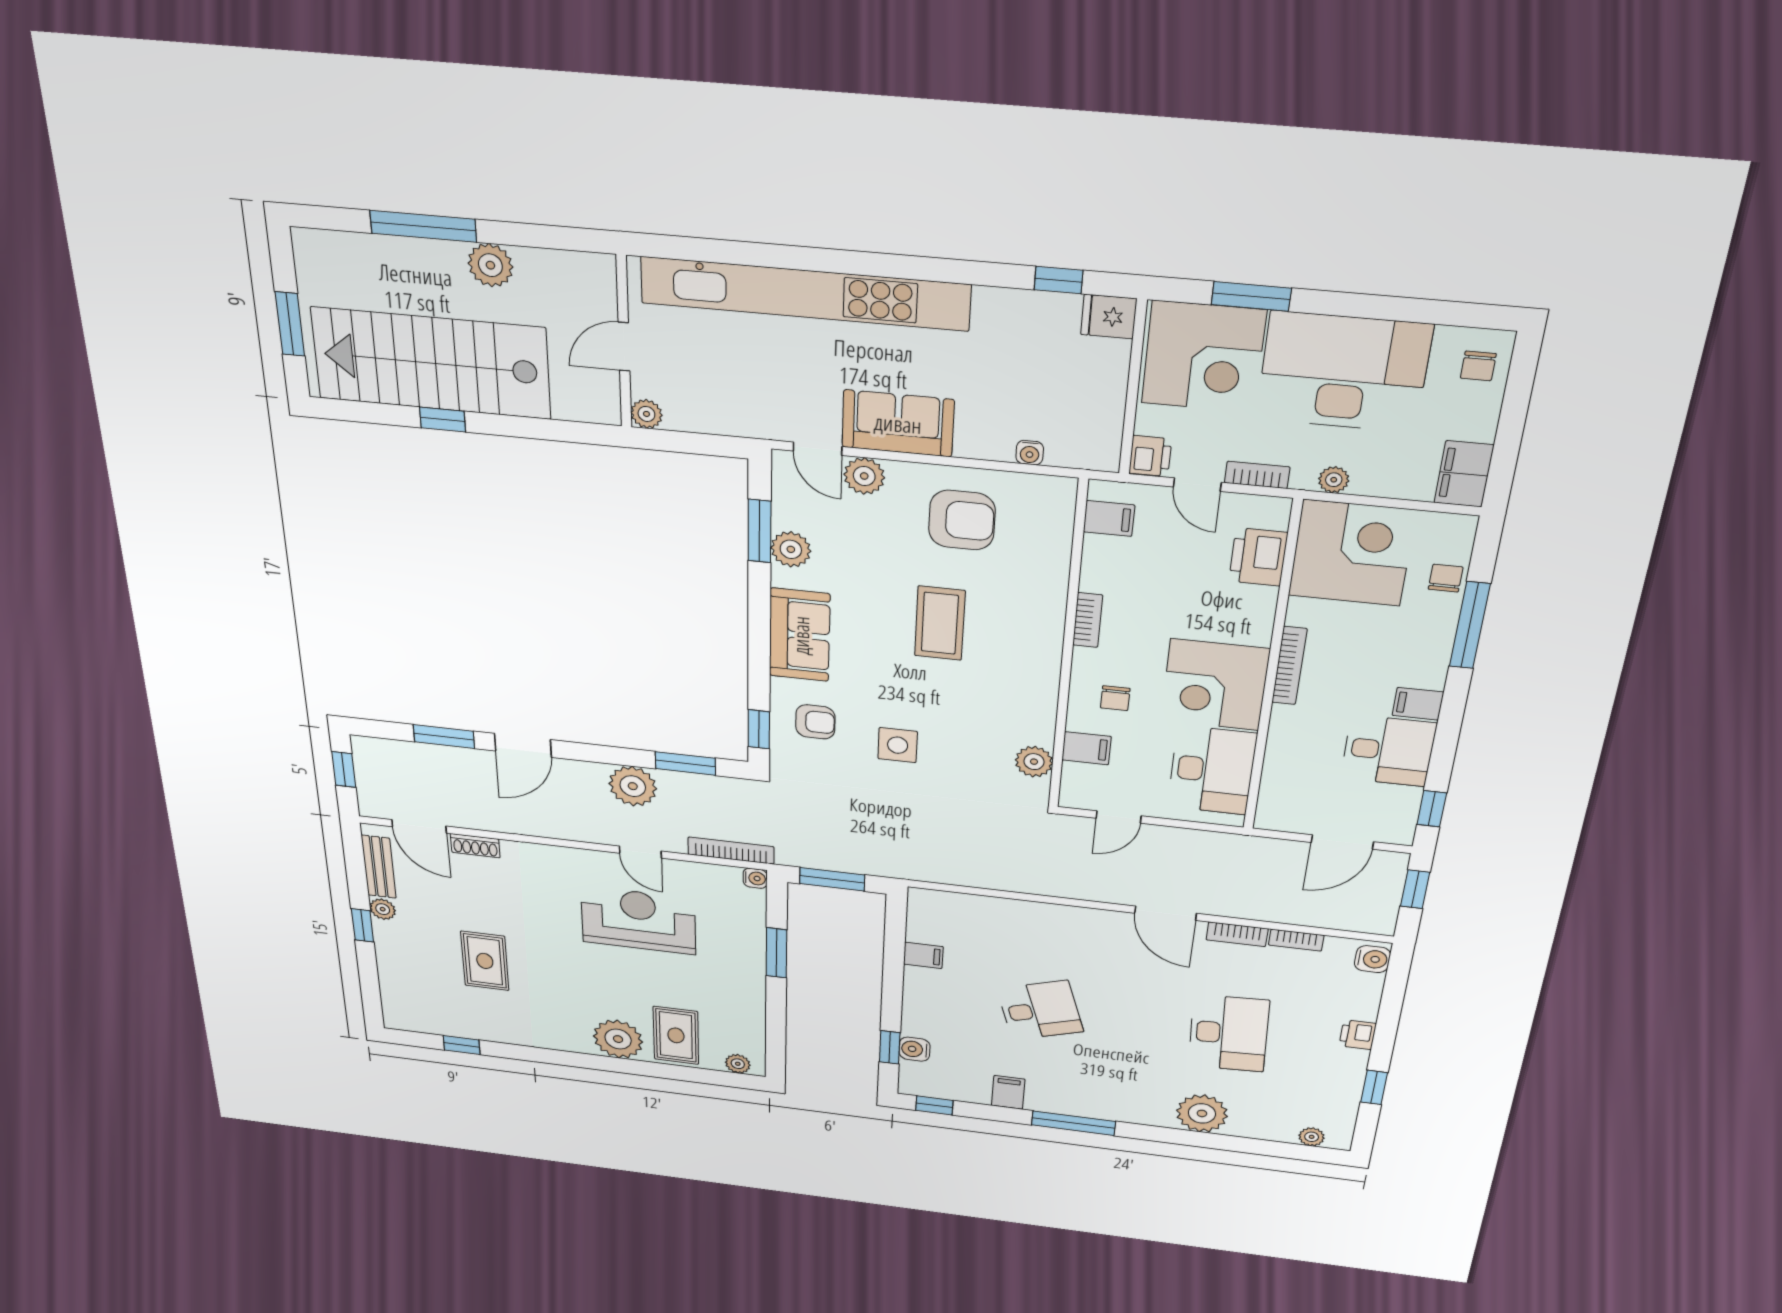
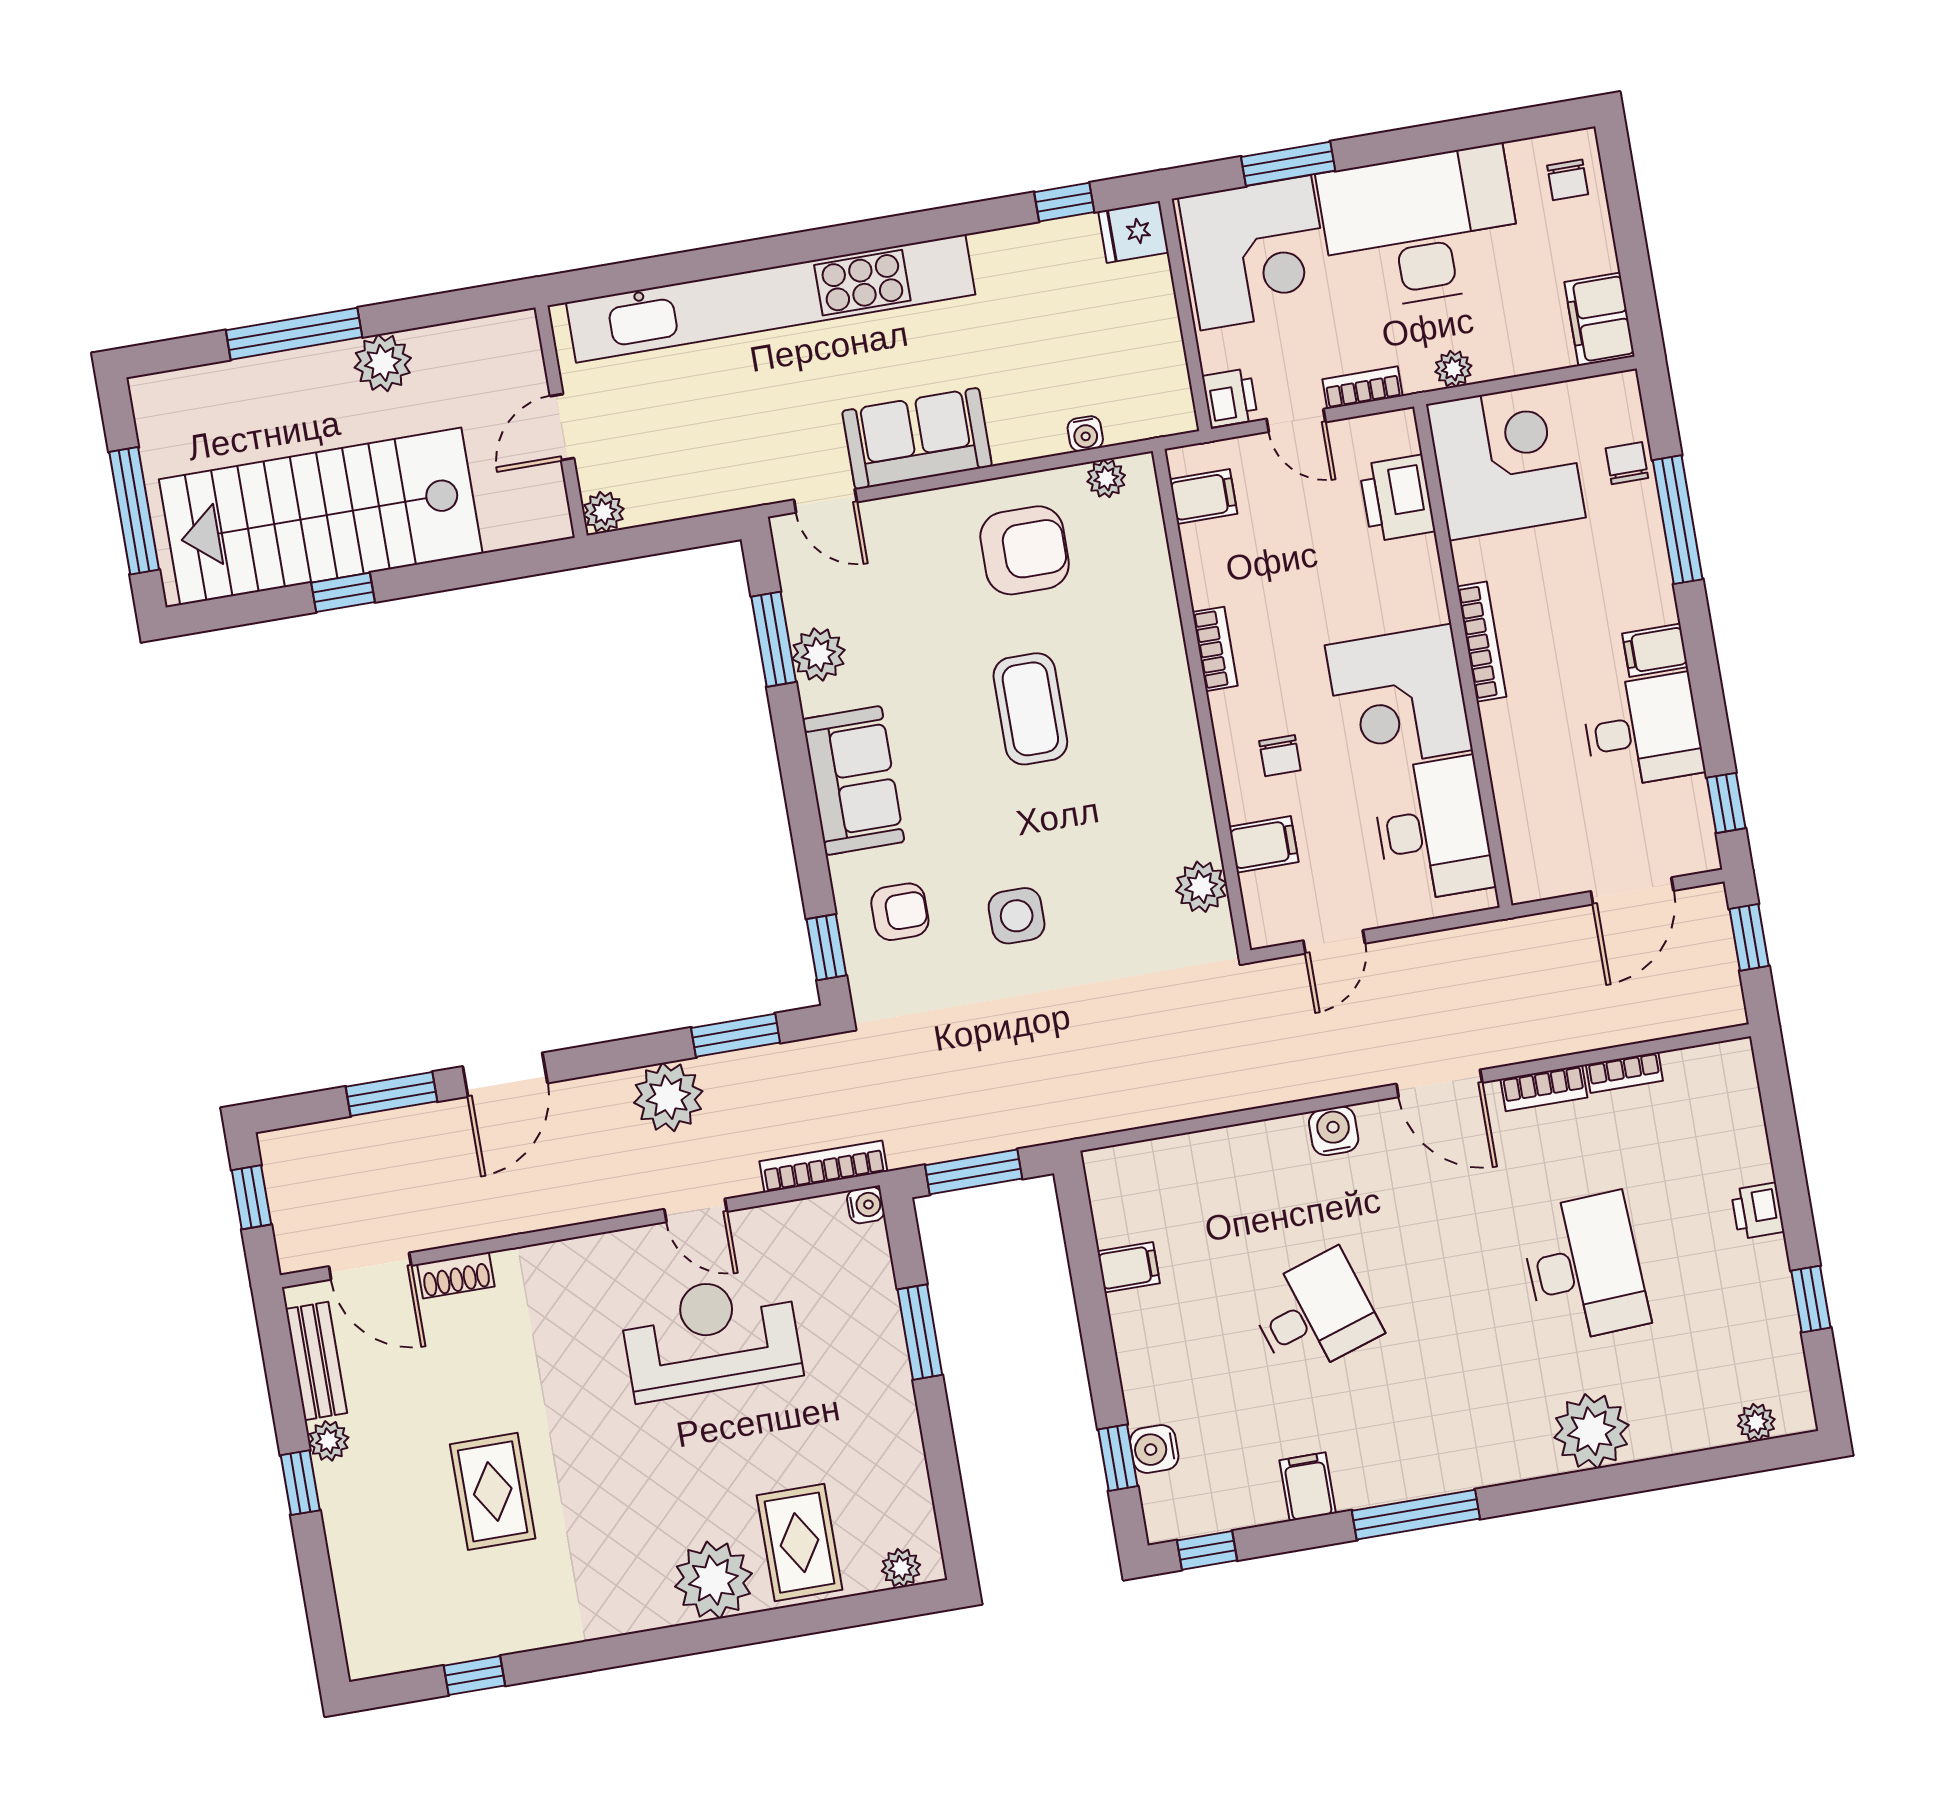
window: (290, 324) -> (134, 511), width x1.44
plant: (864, 476) -> (1106, 478), moved, width x0.73, depth x0.73
water cooler: (1372, 959) -> (1334, 1131), moved, turned -90

